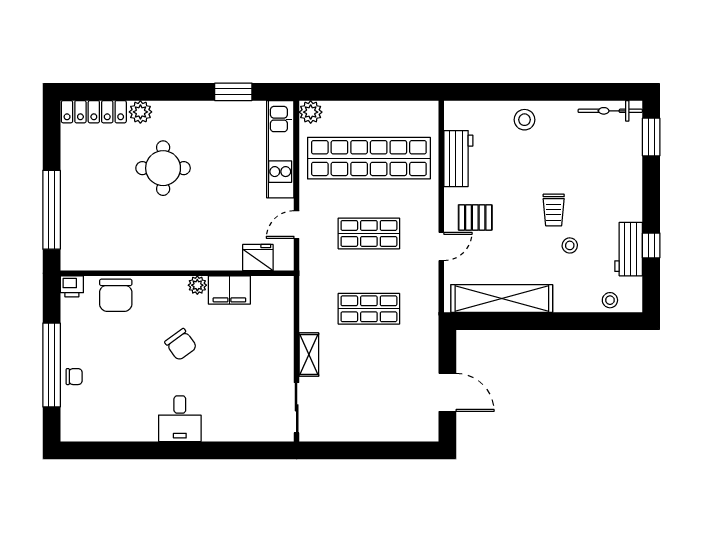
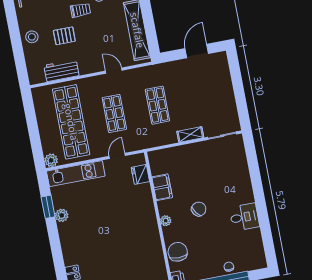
plant: (140, 112) -> (62, 215), moved
round table: (163, 168) -> (100, 239), removed
pallet: (475, 217) -> (64, 36), moved, turned 90
door: (297, 225) -> (117, 156), swing flipped
plant: (197, 285) -> (166, 221), moved
chair: (116, 295) -> (178, 252), turned -90
desk: (180, 419) -> (244, 217), moved

